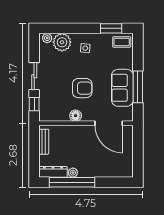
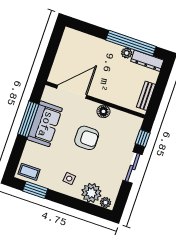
armchair: (82, 88) -> (87, 138), turned 180
door: (109, 123) -> (72, 92), hinge flipped

